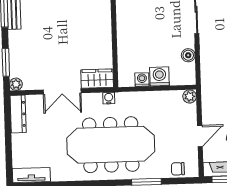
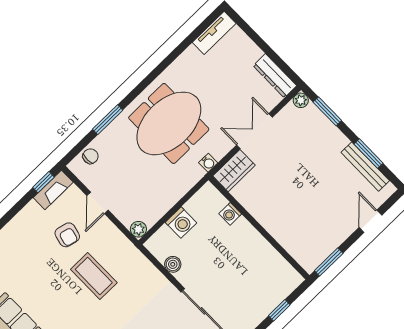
washing machine: (142, 80) -> (230, 214), moved, turned 90
meeting table: (111, 145) -> (169, 123), width x0.73

